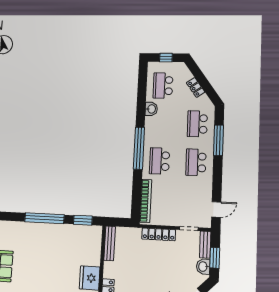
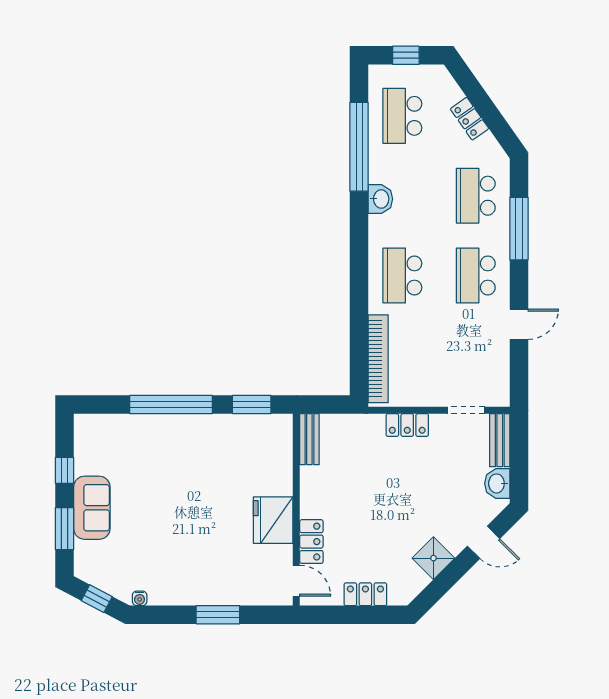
washbasin: (151, 109) -> (380, 199), moved
window: (139, 148) -> (359, 147), moved
door: (216, 209) -> (519, 324), moved
locker: (159, 234) -> (407, 425), width x0.66
bench: (110, 243) -> (309, 439), width x0.73
window: (215, 258) -> (519, 465), removed

